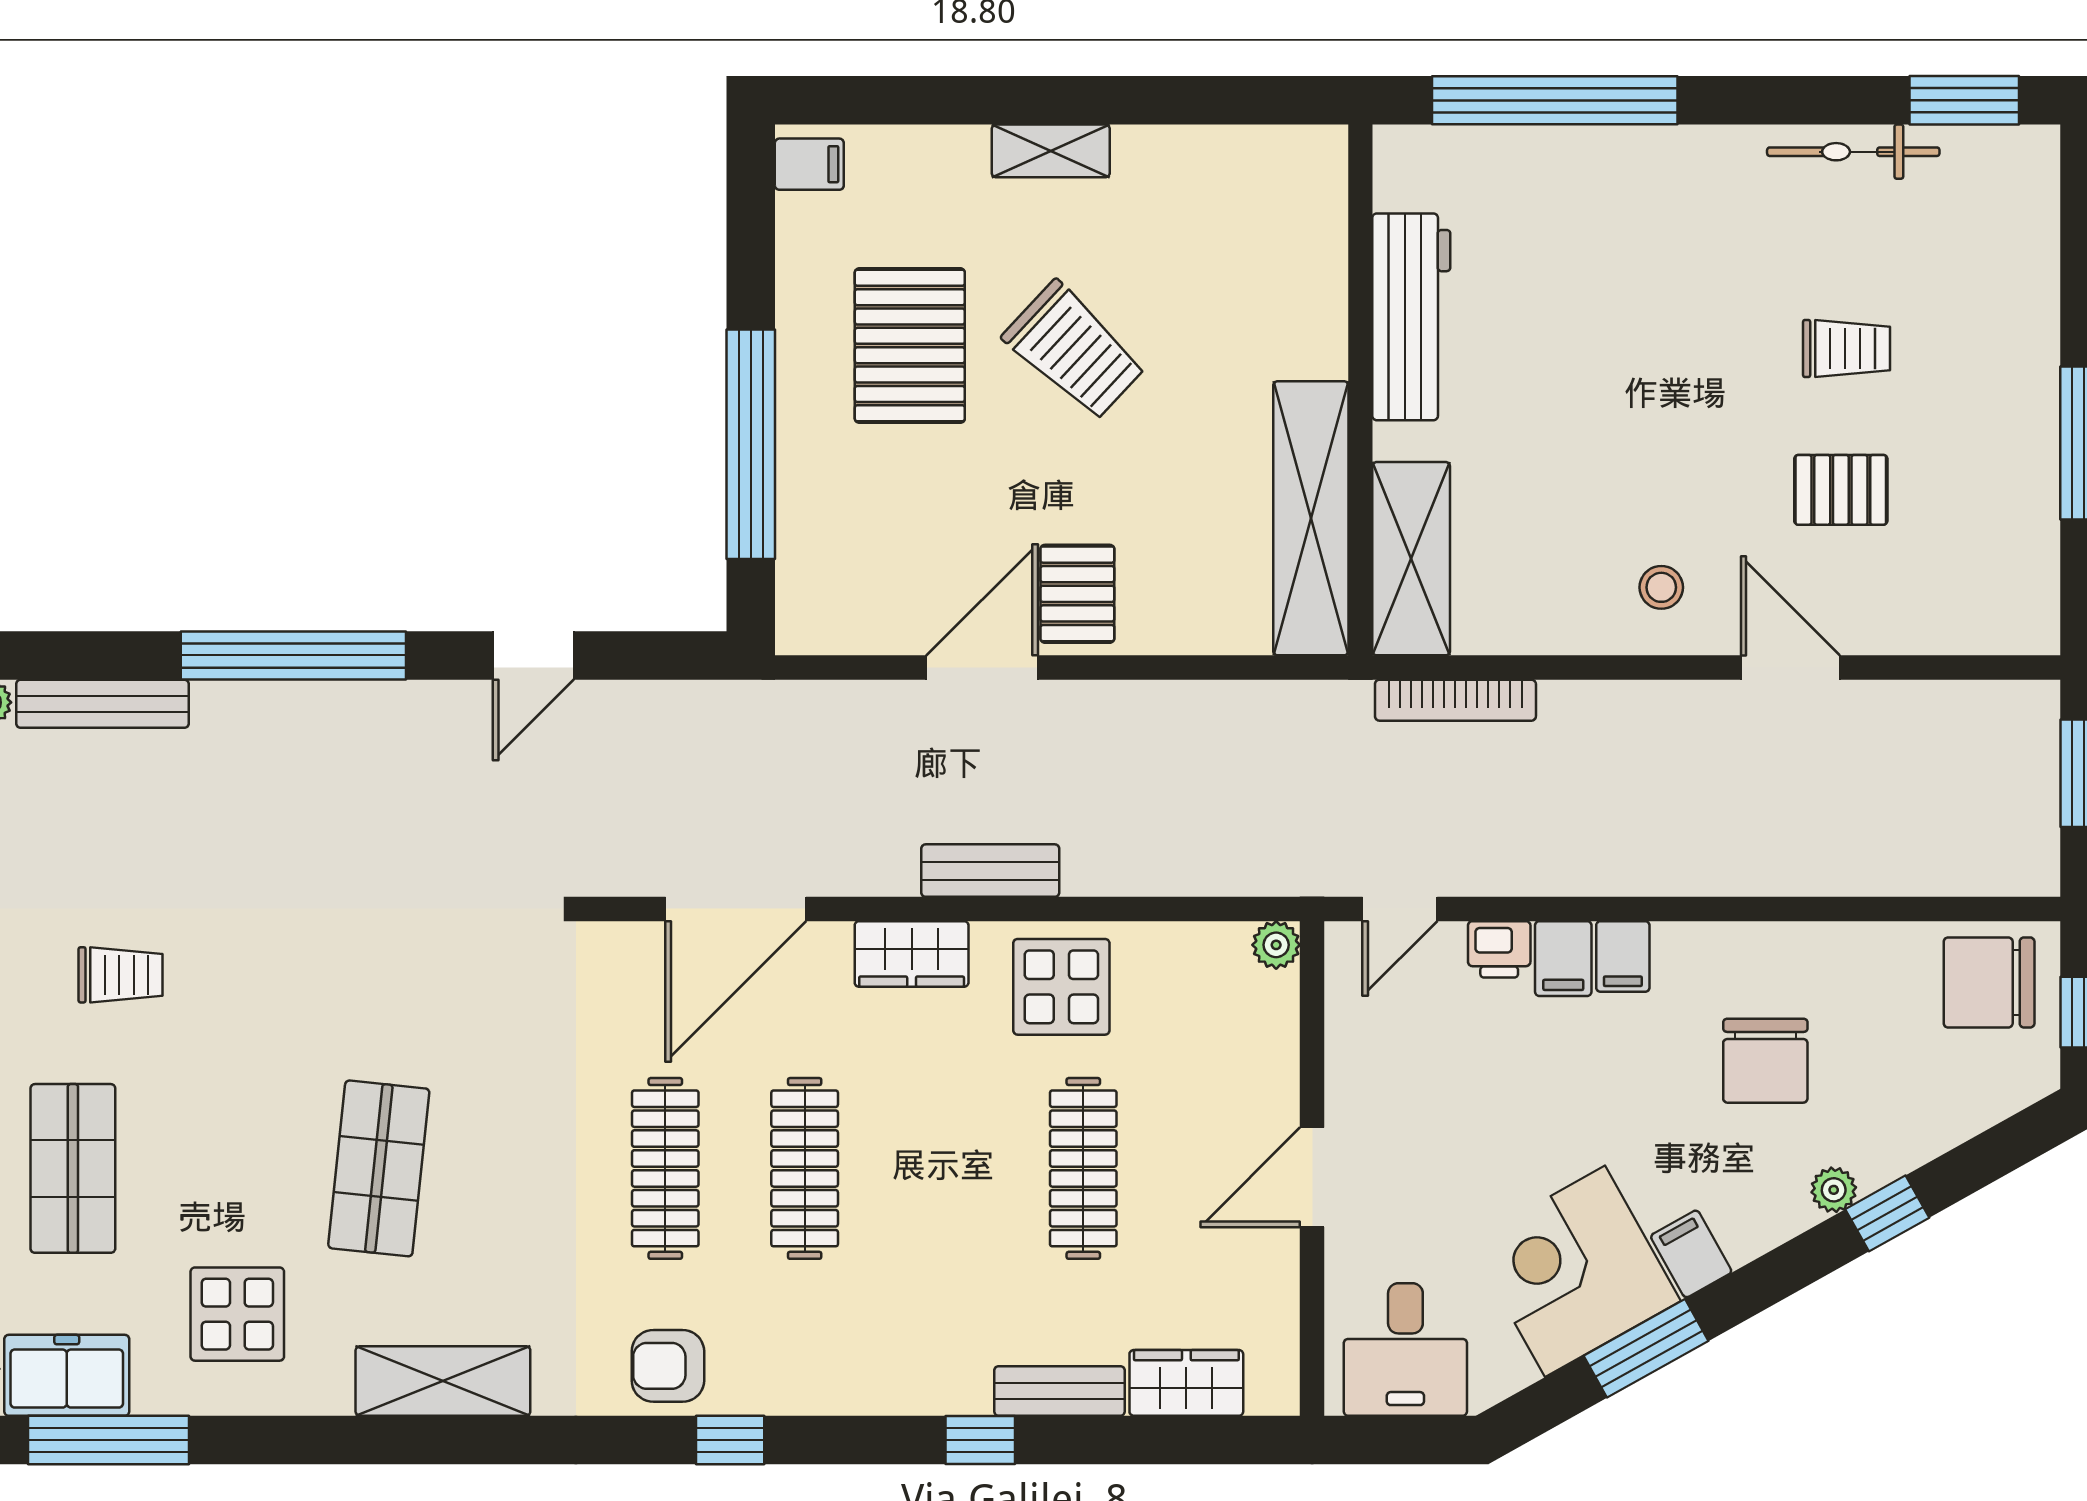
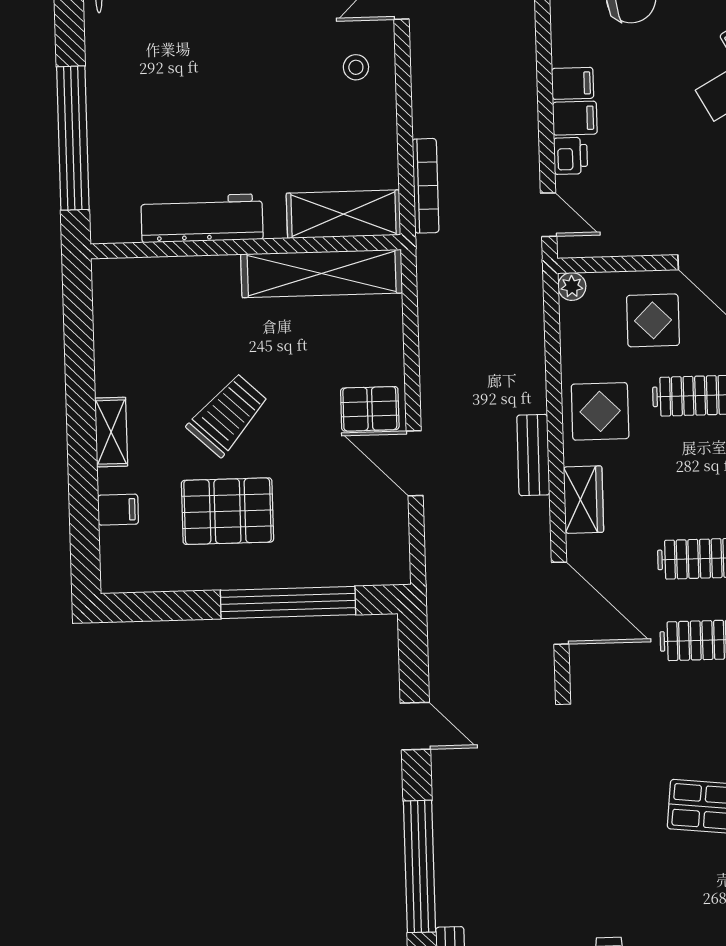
filing cabinet: (809, 164) -> (118, 510), moved, turned 90
display table: (1214, 1082) -> (653, 320), added

